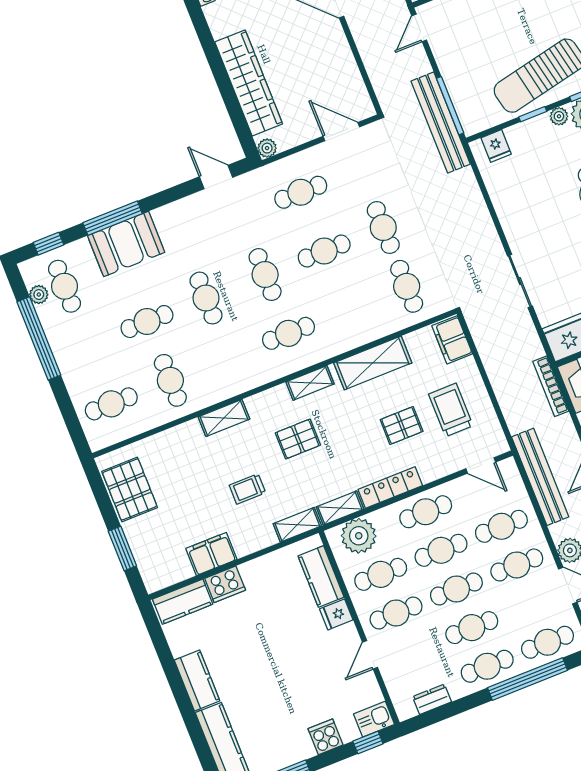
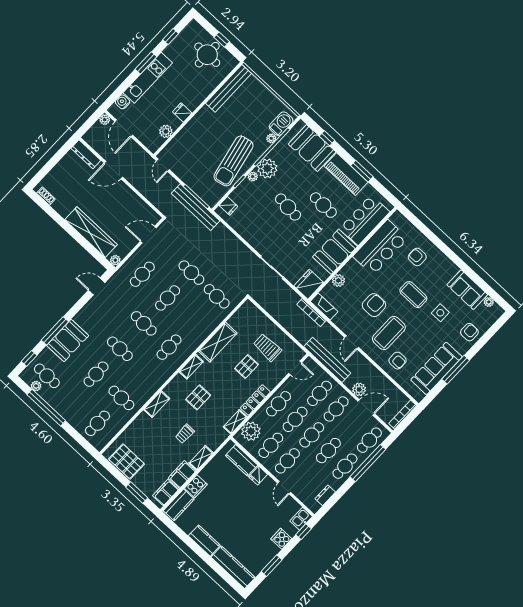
filing cabinet: (452, 340) -> (166, 493), moved, turned 90
shelving: (297, 525) -> (201, 458), moved

